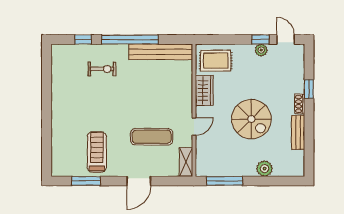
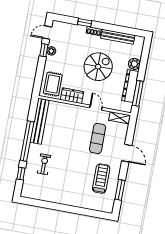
bench: (298, 132) -> (118, 37), width x1.36
treadmill: (97, 152) -> (101, 179), turned 90
dresser: (233, 169) -> (130, 86), added

